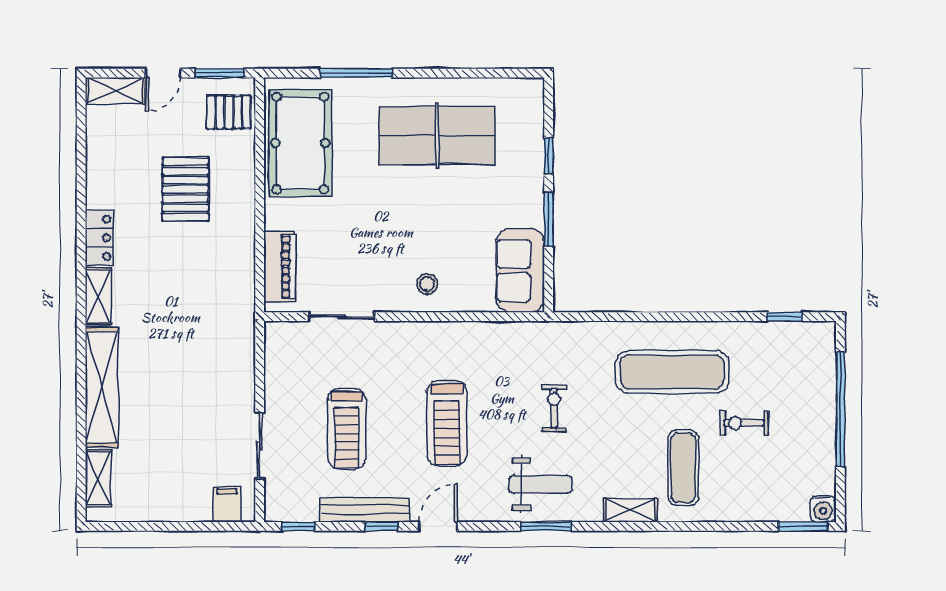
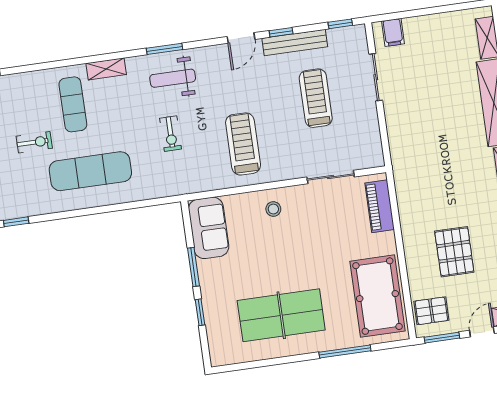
treadmill: (447, 423) -> (243, 144), moved

